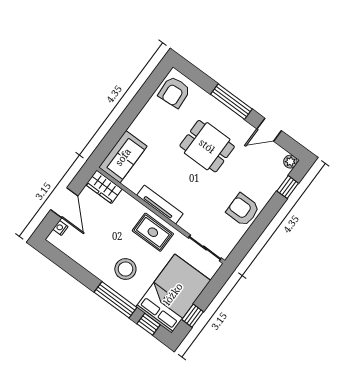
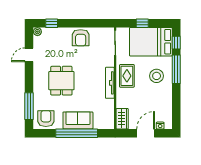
armchair: (174, 92) -> (46, 119), turned -86
window: (231, 102) -> (29, 106), moved
window: (128, 117) -> (77, 133), added
door: (269, 130) -> (29, 55), swing flipped
sofa: (123, 157) -> (78, 120), moved
window: (193, 316) -> (142, 23), moved

